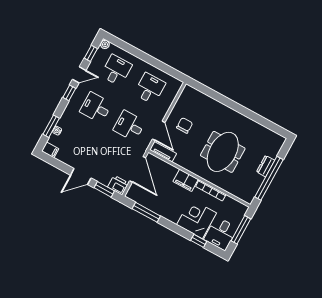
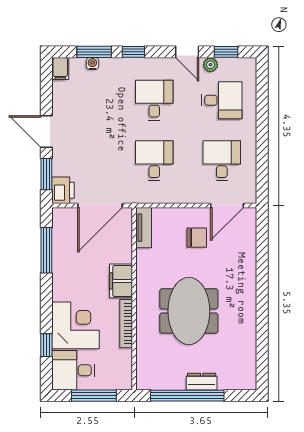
plant: (105, 44) -> (210, 65), moved
desk: (150, 88) -> (222, 161), turned -90
window: (69, 93) -> (133, 52), moved
door: (159, 131) -> (227, 205), moved
meeting table: (223, 152) -> (189, 311), turned 90

